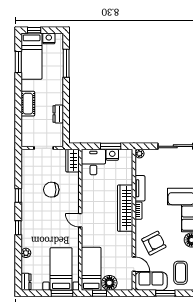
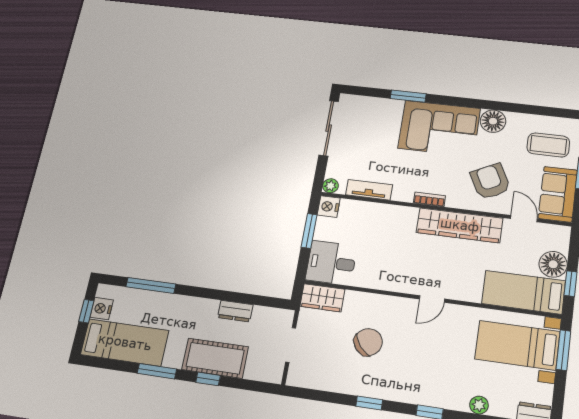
window: (34, 30) -> (86, 311), moved
window: (18, 62) -> (157, 371), moved
cot: (28, 104) -> (215, 358), width x1.37, depth x1.34
window: (18, 107) -> (208, 379), added
nightstand: (112, 155) -> (329, 207), moved
tv unit: (140, 188) -> (369, 190), moved
chair: (51, 190) -> (368, 342), turned -129
wardrobe: (125, 208) -> (460, 225), moved
door: (134, 264) -> (524, 219), hinge flipped

